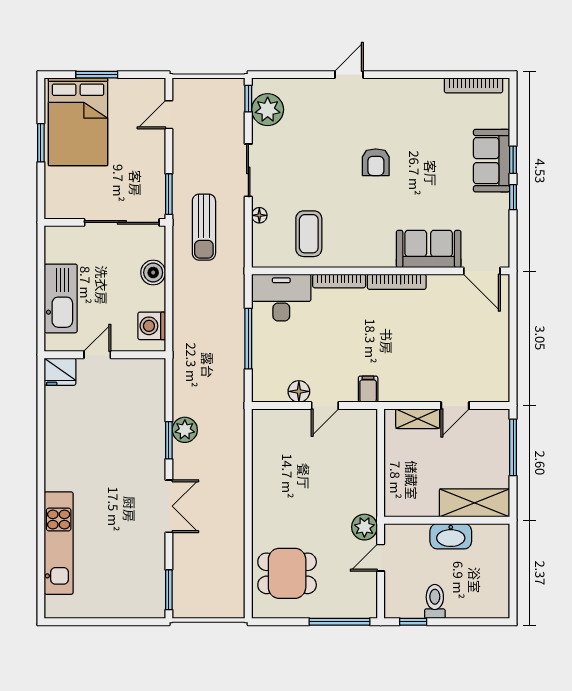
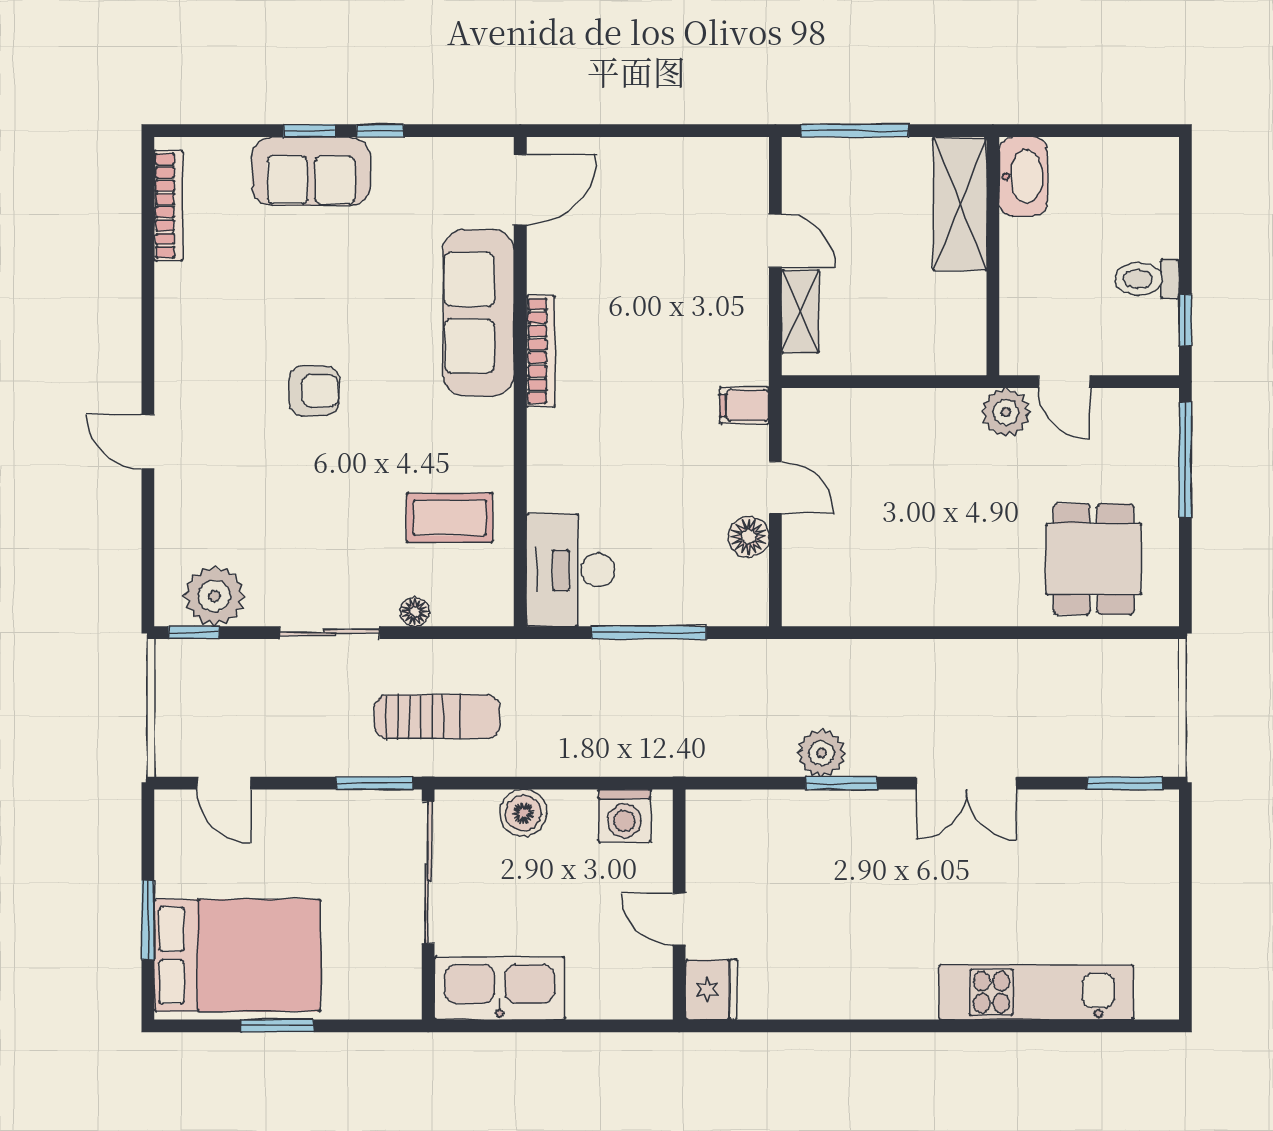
sofa: (429, 249) -> (479, 313), width x1.36
bookcase: (339, 281) -> (539, 460), removed
kitchen sink: (61, 298) -> (500, 988), moved
double door: (169, 506) -> (966, 783), swing flipped
washbasin: (451, 536) -> (1023, 176), moved

